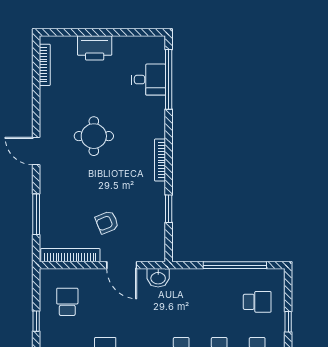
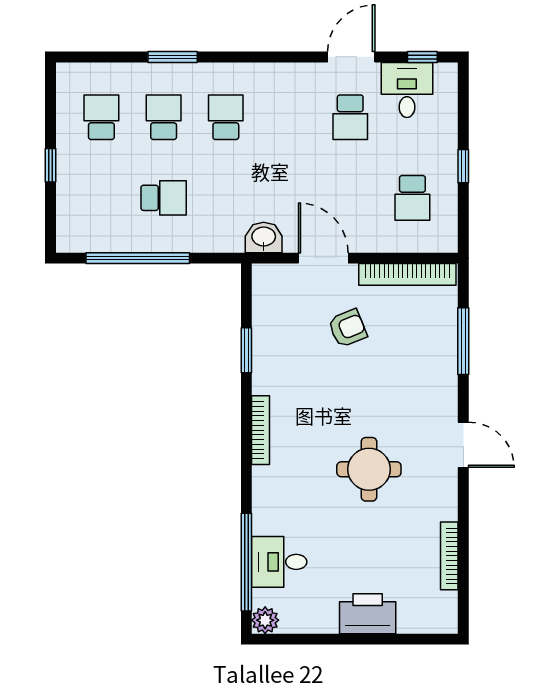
plant: (157, 44) -> (265, 620), added
bookcase: (45, 65) -> (449, 556), moved
school desk: (257, 302) -> (164, 198), moved, turned 180

